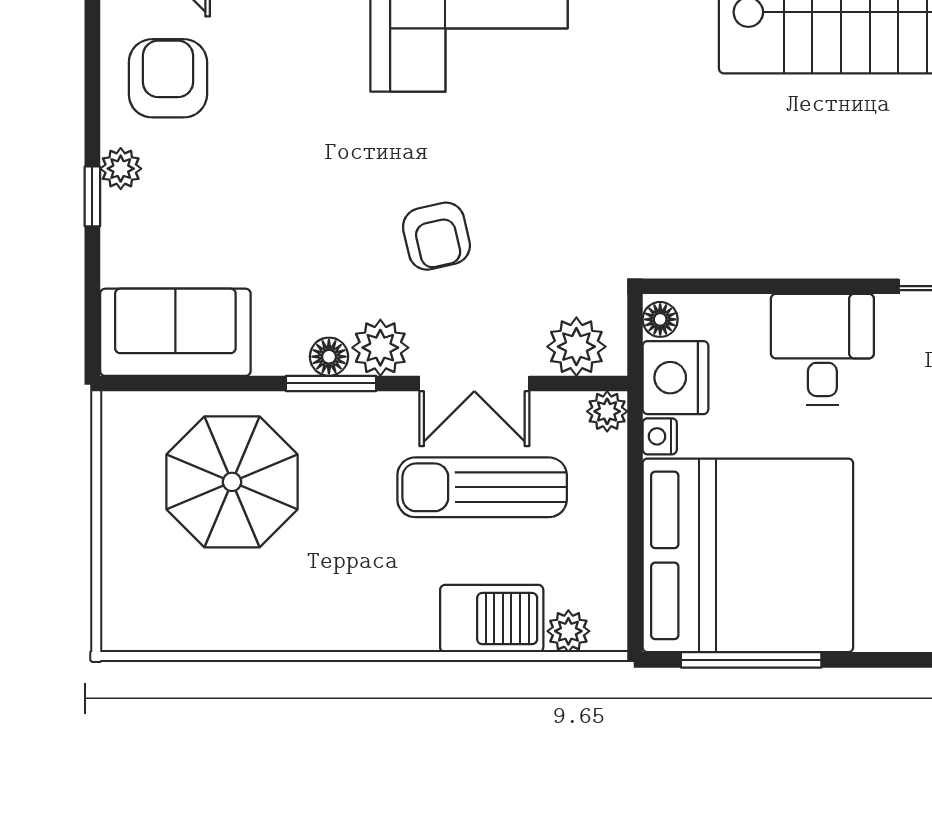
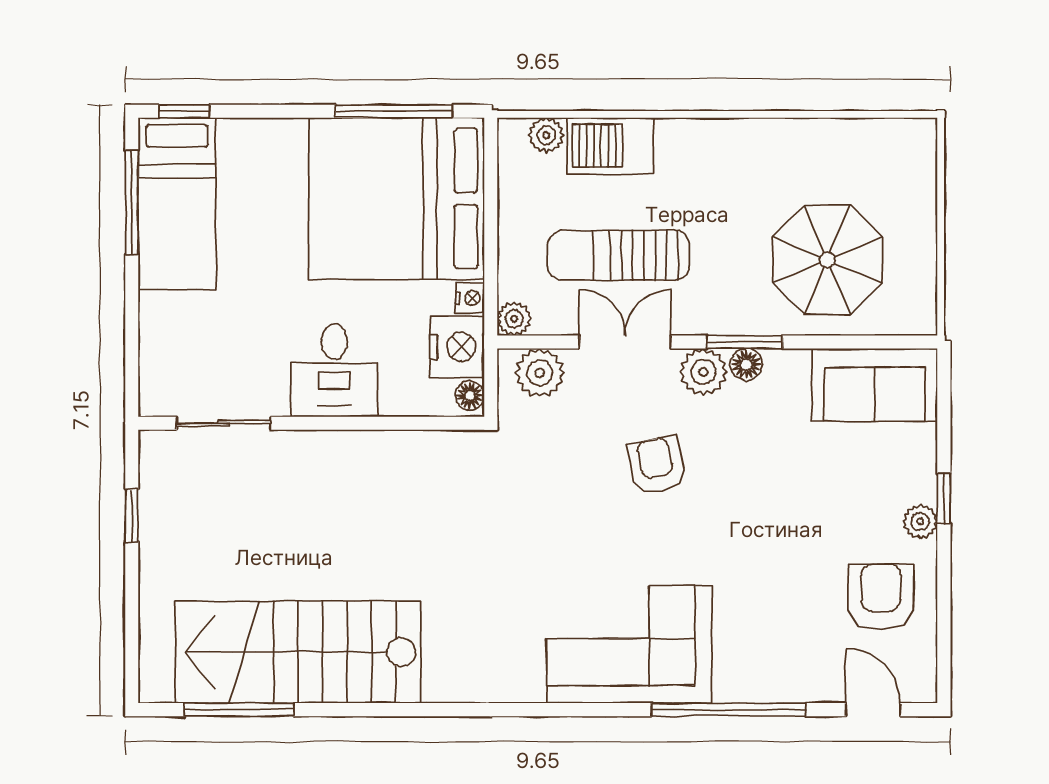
armchair: (168, 78) -> (881, 597), turned 180
sun lounger: (482, 487) -> (618, 255), turned 180

